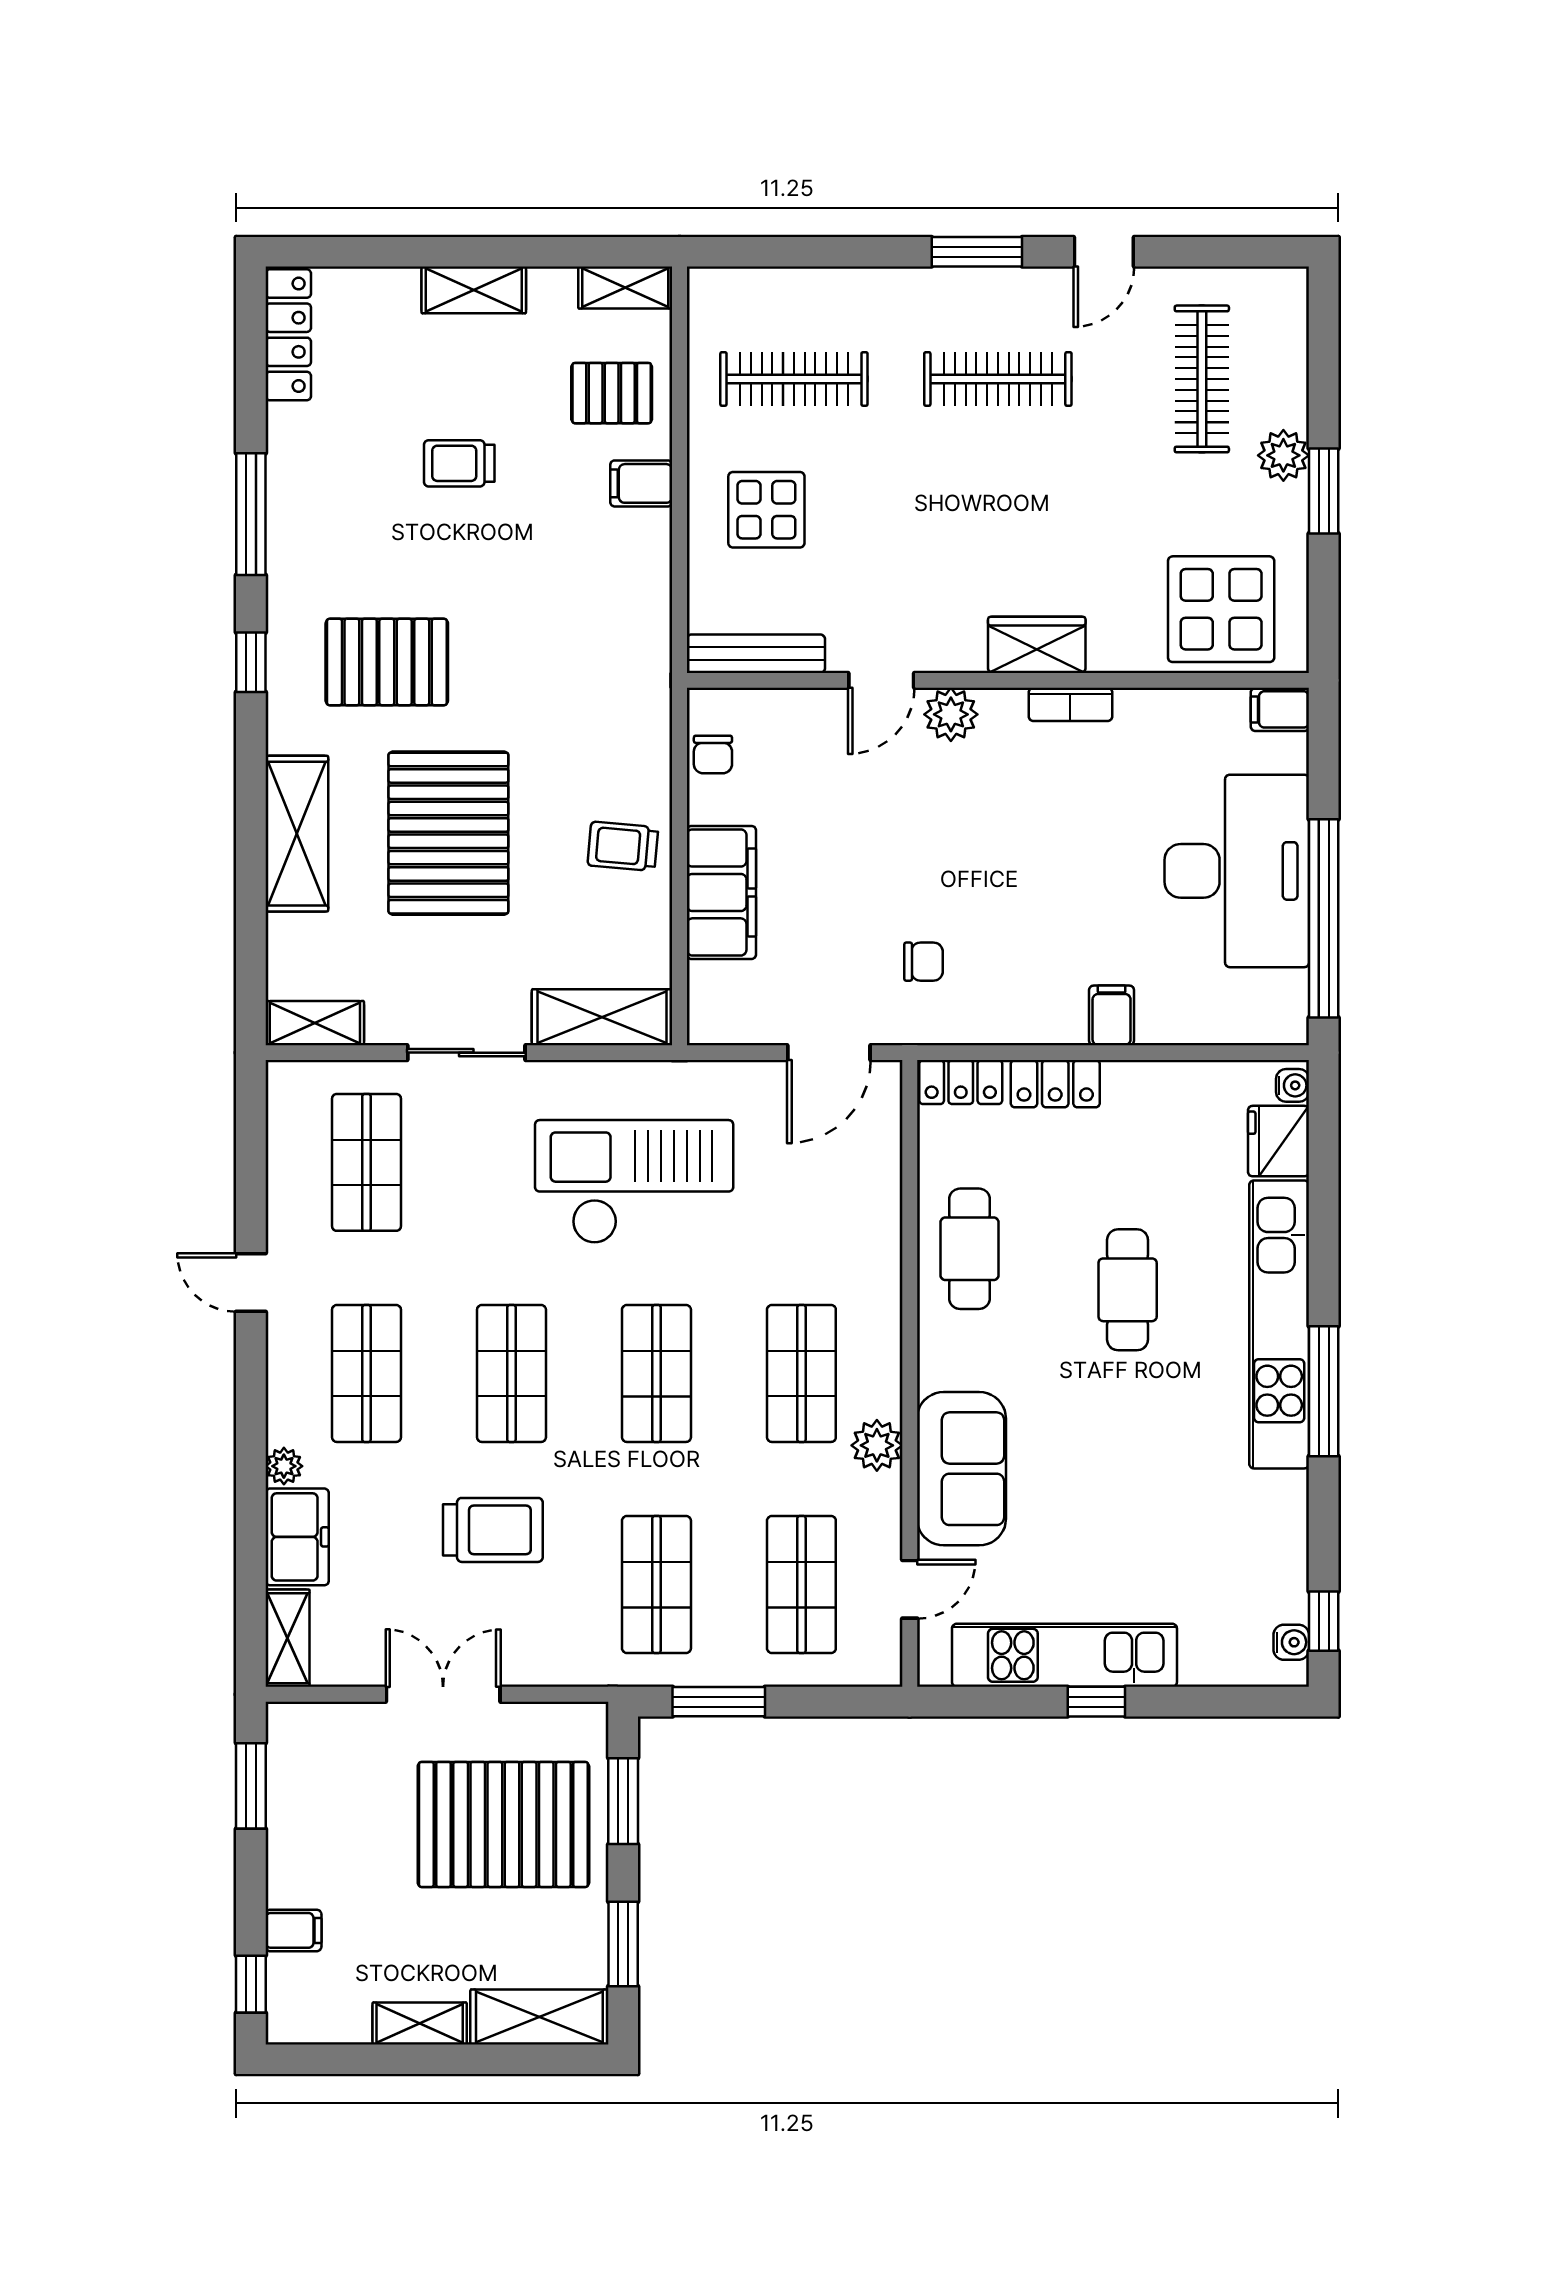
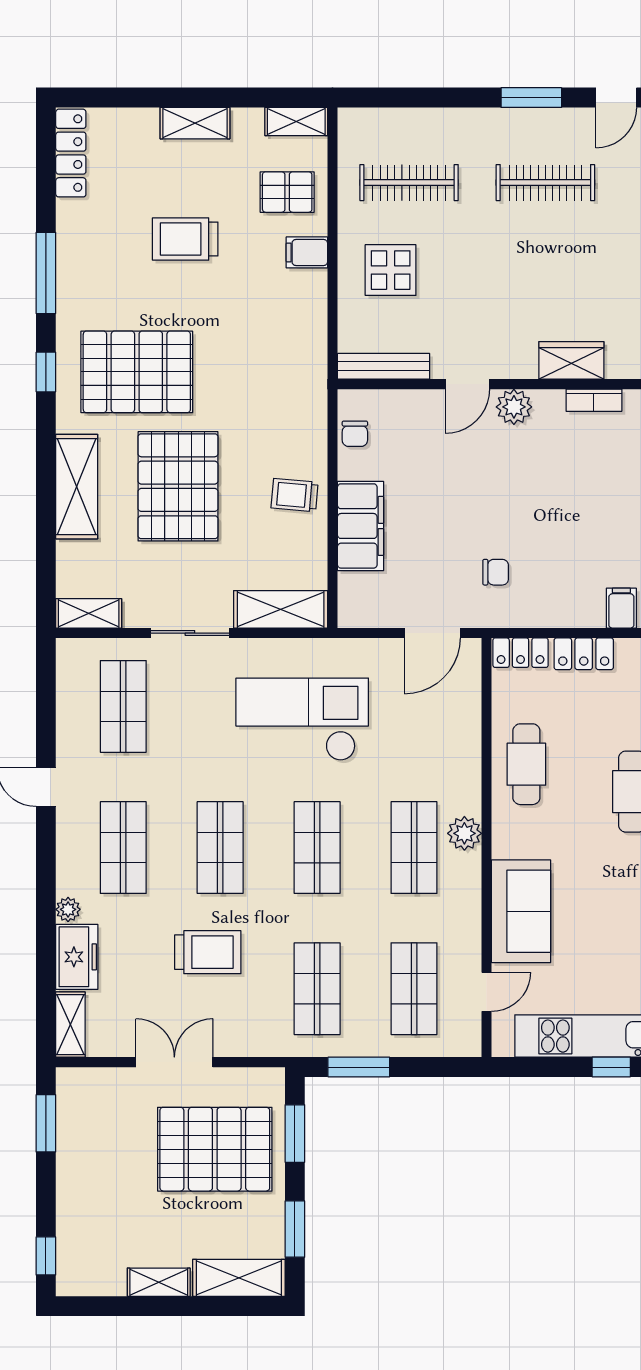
trolley: (459, 463) -> (185, 239), width x1.36, depth x1.39
pallet: (387, 662) -> (137, 372), width x1.37, depth x1.41
plant: (877, 1445) -> (464, 833), moved
filing cabinet: (293, 1930) -> (74, 1220), removed

